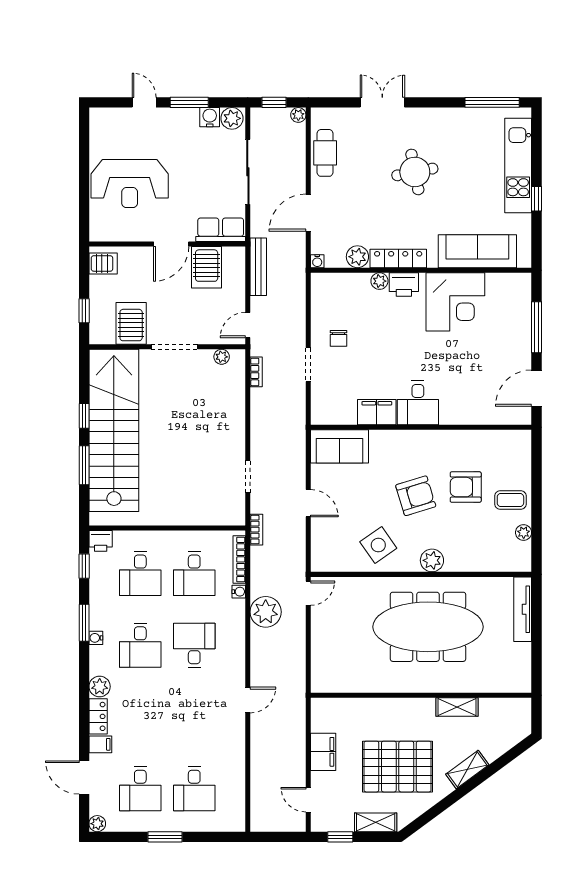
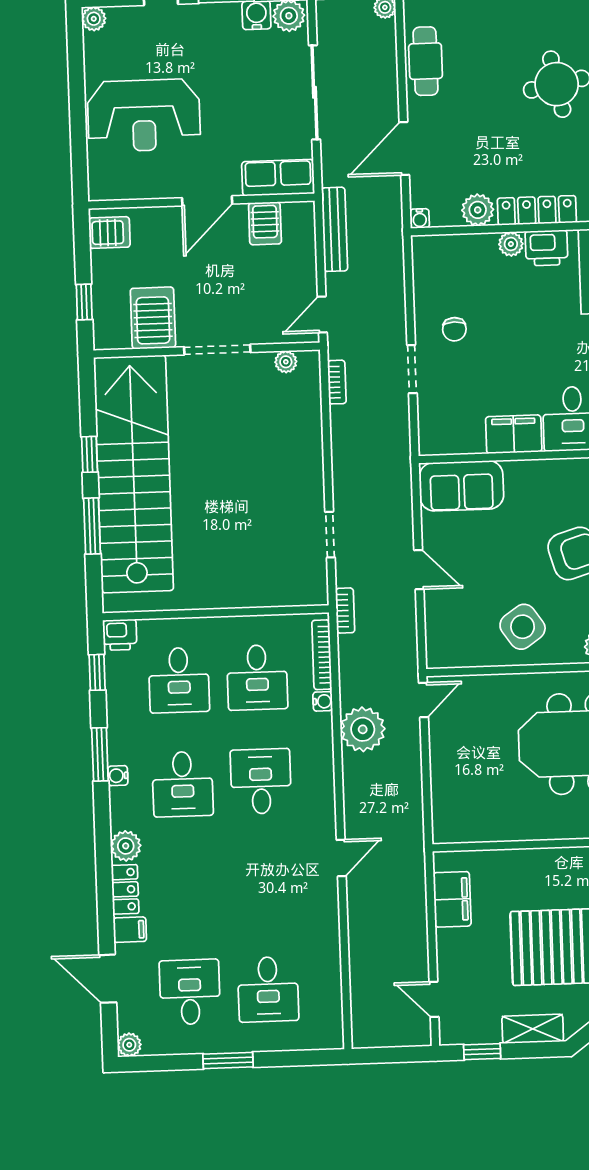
plant: (97, 116) -> (94, 19), added
server rack: (207, 267) -> (265, 223), width x0.73, depth x0.70
filing cabinet: (323, 752) -> (452, 899), moved
desk: (140, 789) -> (190, 992), turned 180

